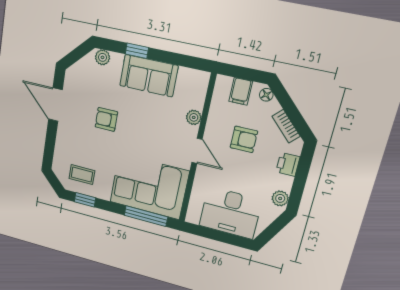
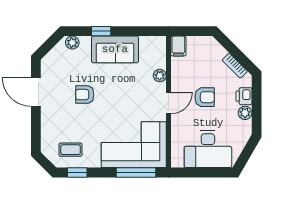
filing cabinet: (241, 91) -> (178, 46), moved
floor lamp: (266, 95) -> (213, 44), removed
armchair: (244, 139) -> (205, 97), moved
door: (197, 151) -> (168, 103), hinge flipped
plant: (280, 198) -> (245, 113), moved

